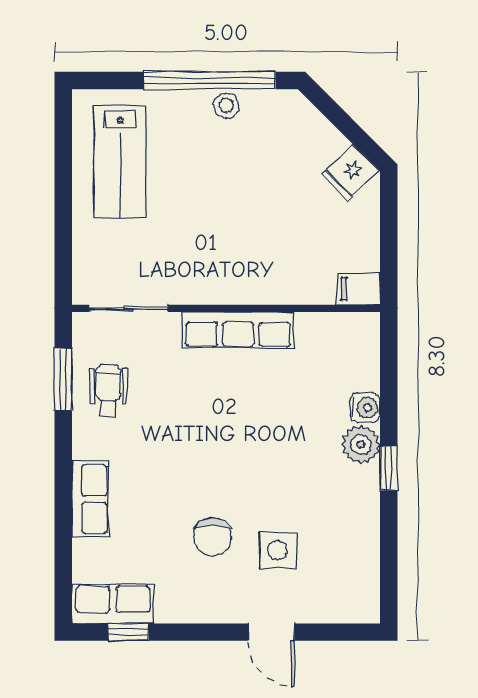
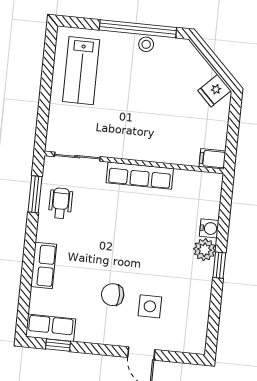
chair: (212, 537) -> (113, 295), turned 90

